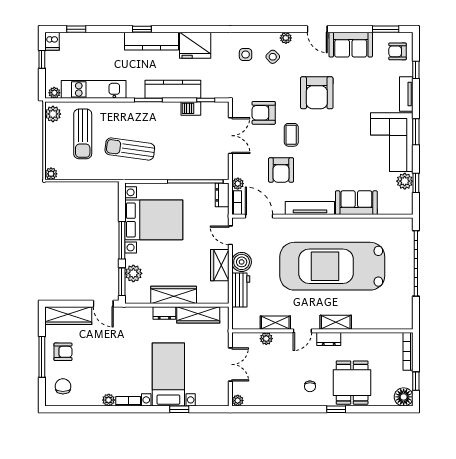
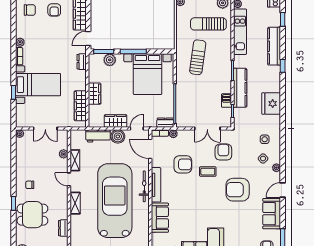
kitchen counter: (152, 41) -> (274, 46), moved
armchair: (281, 170) -> (183, 164), turned 180
door: (259, 216) -> (150, 149), swing flipped
bicycle: (312, 225) -> (144, 186), added
wardrobe: (174, 295) -> (94, 94), width x0.67
dresser: (164, 313) -> (82, 62), moved
dresser: (329, 339) -> (63, 228), moved

